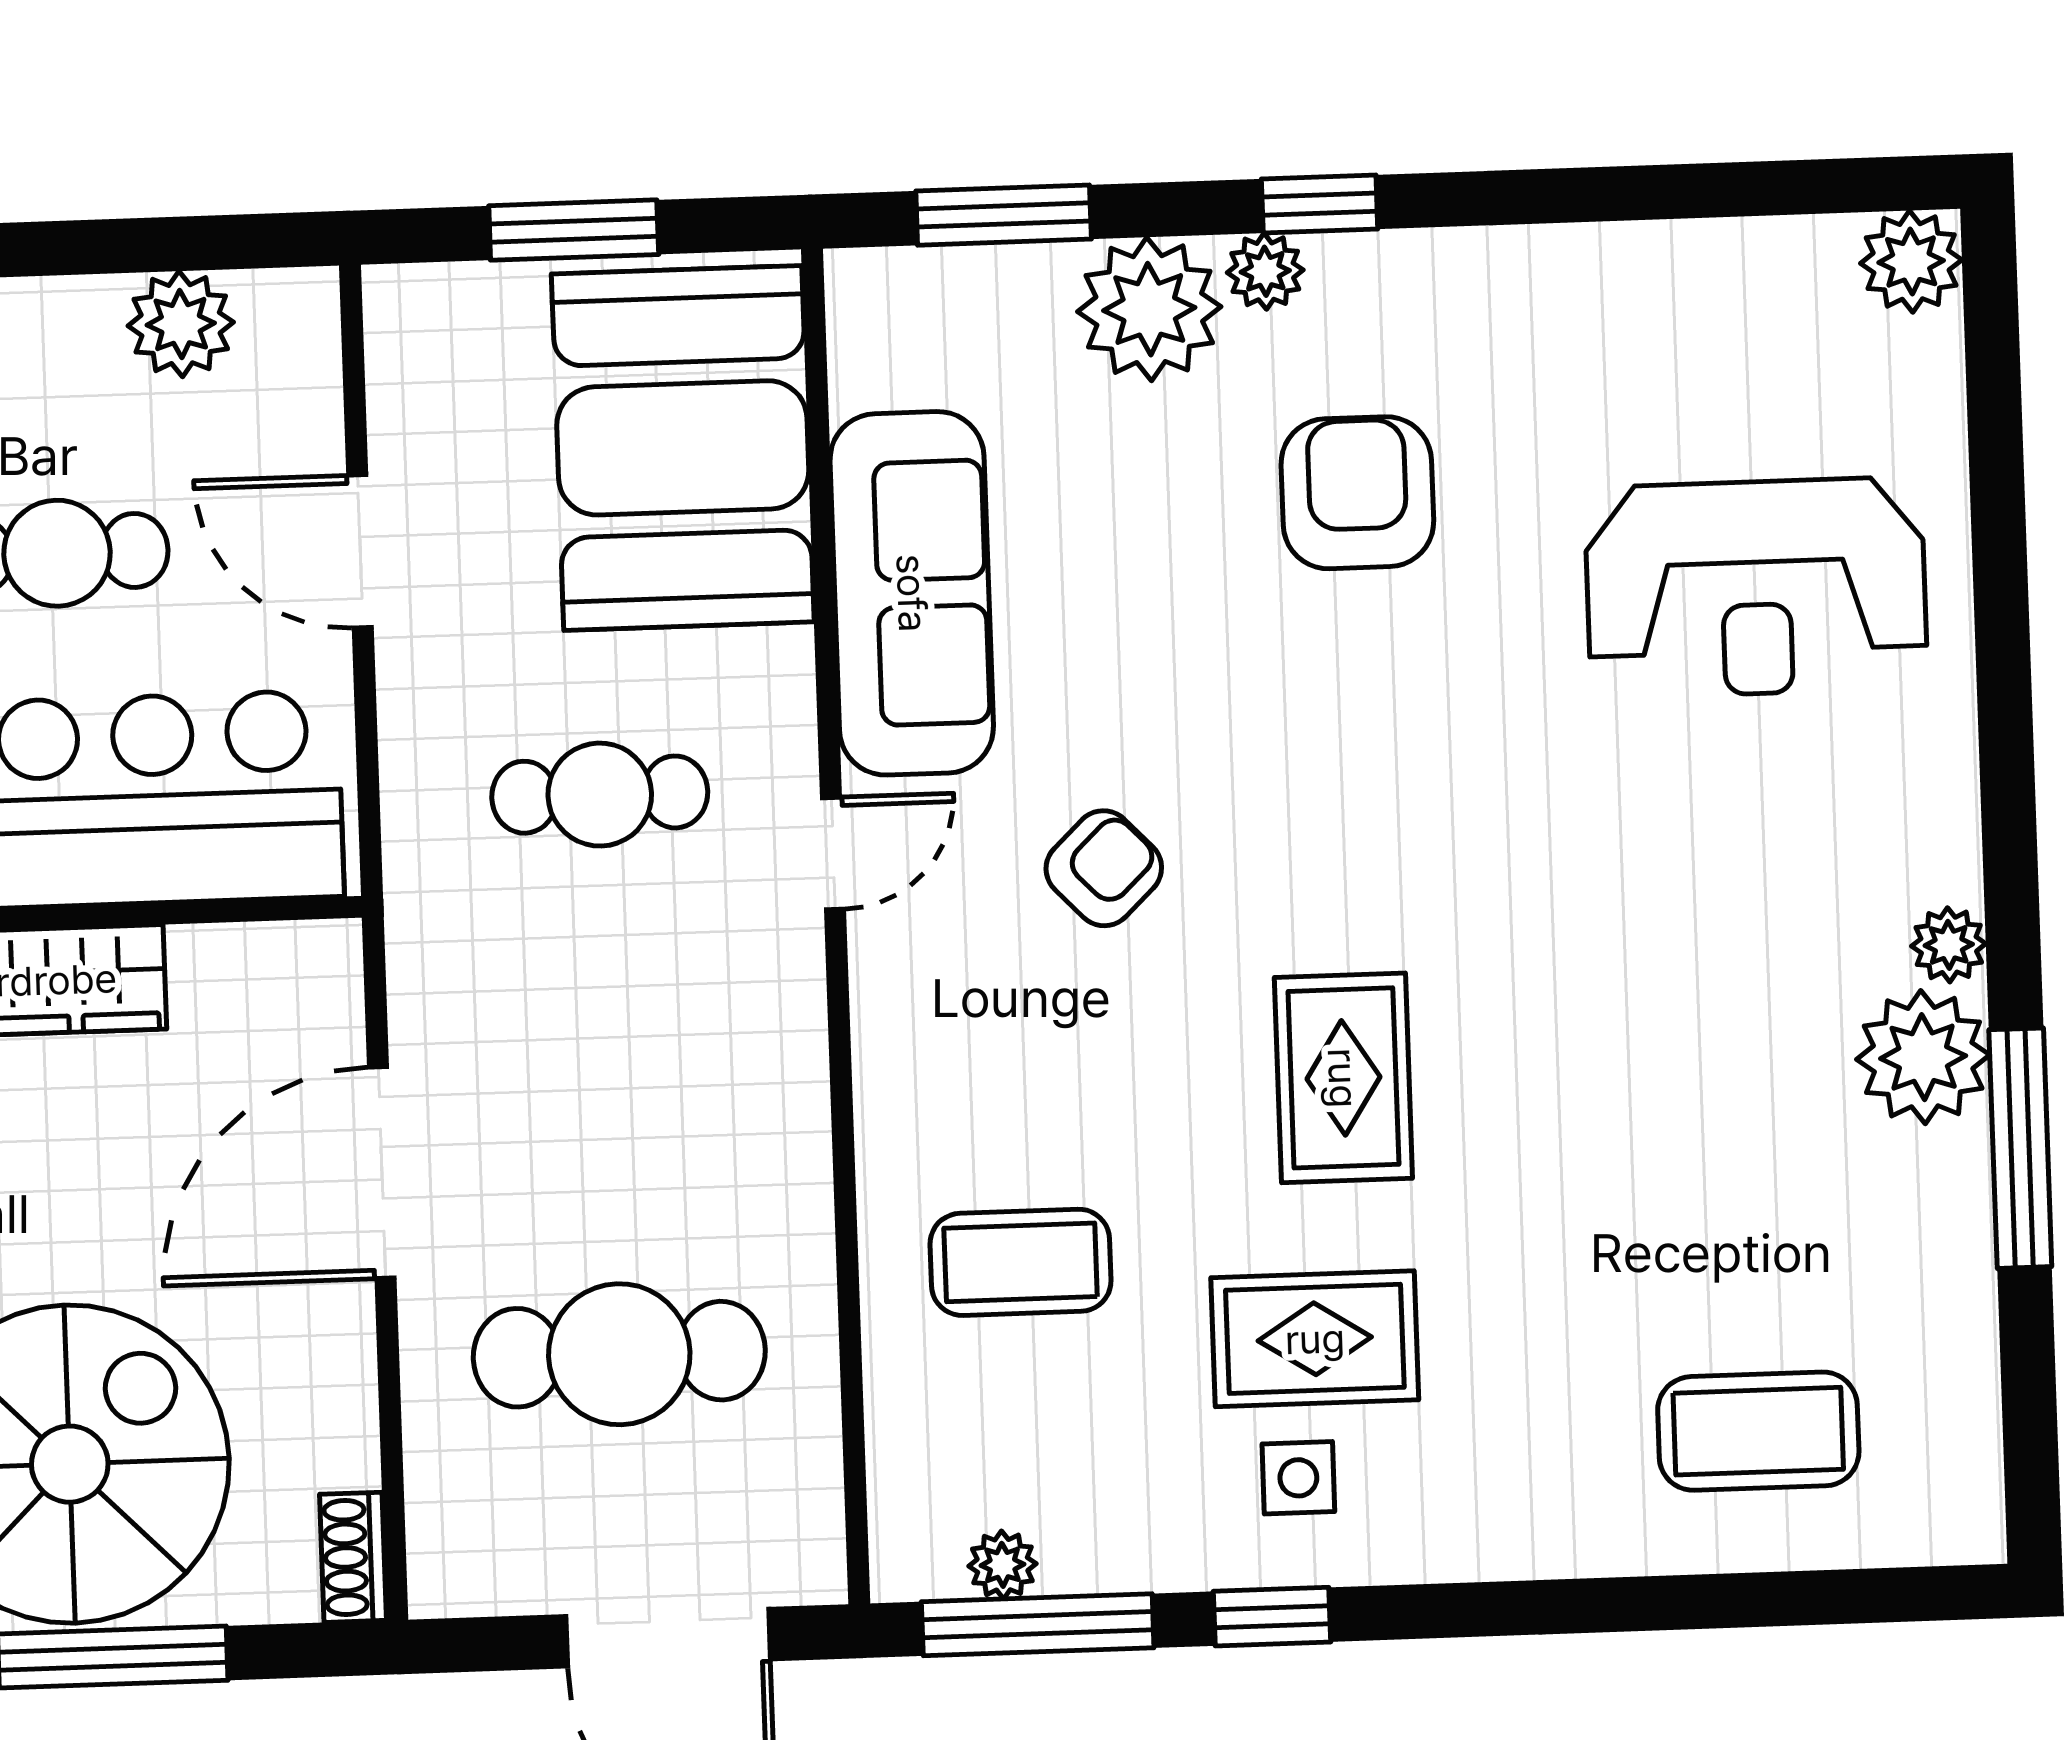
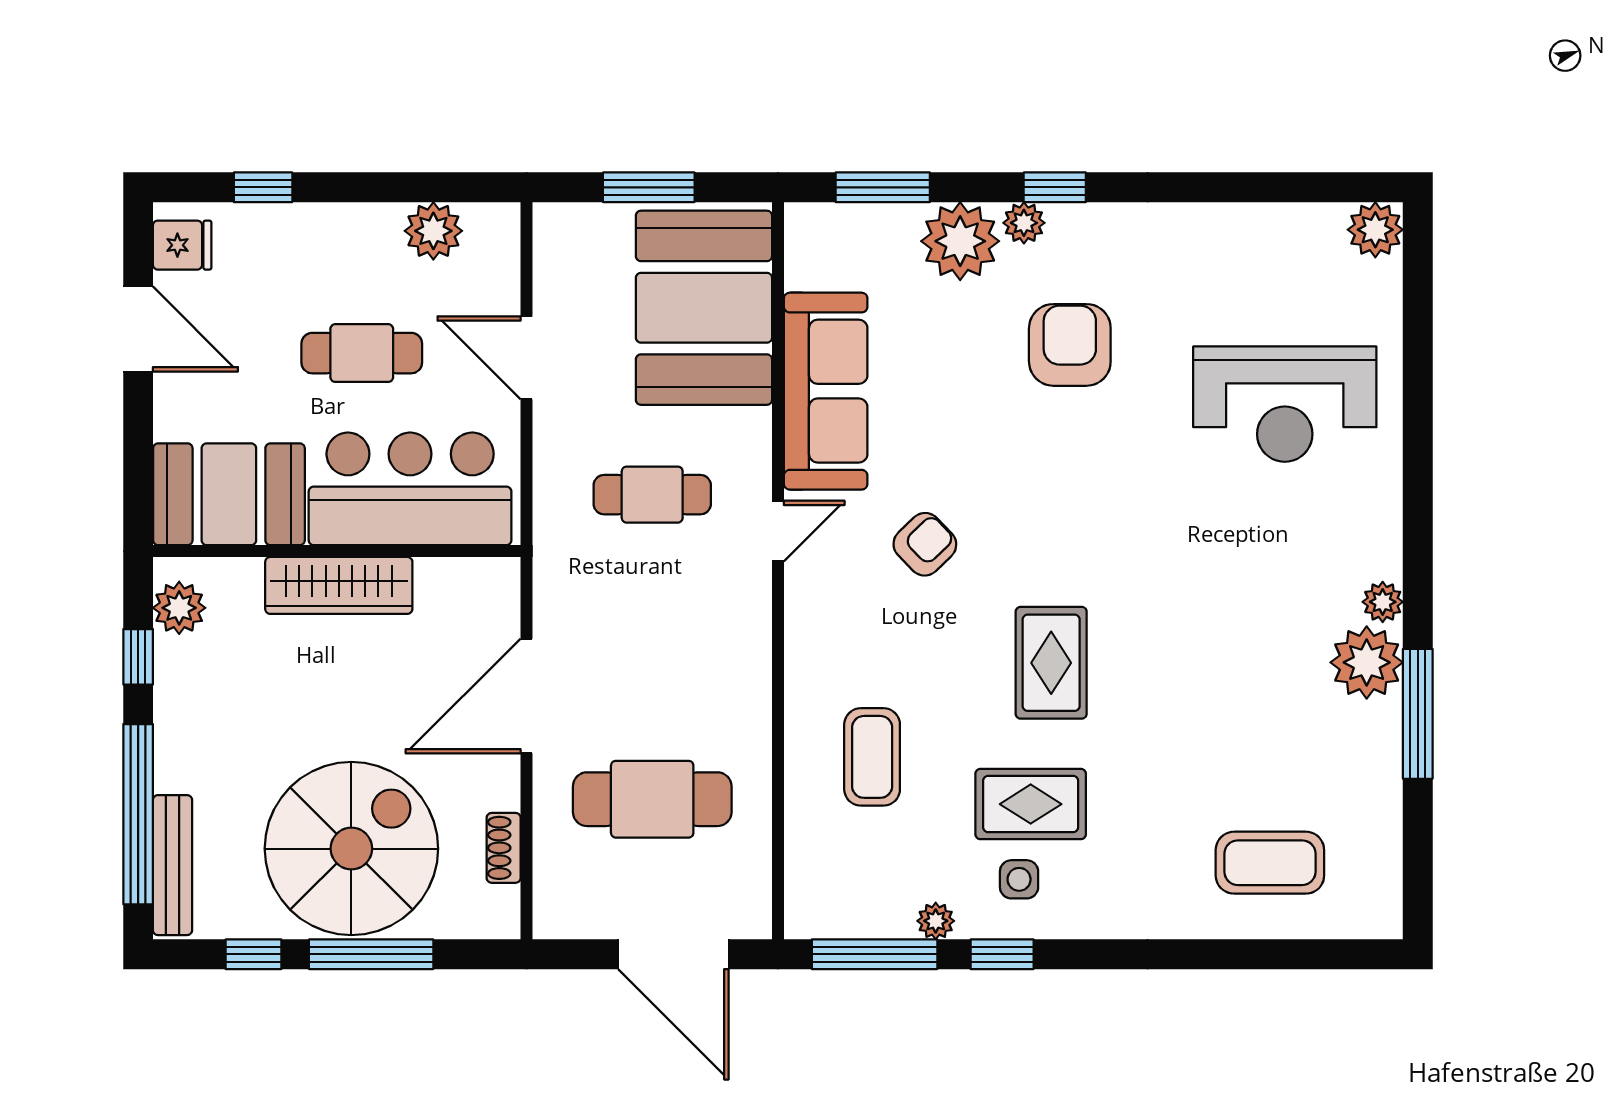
coffee table: (1021, 1262) -> (872, 757), turned 90
shoe rack: (353, 1557) -> (504, 848), moved
plant: (1002, 1565) -> (936, 921), moved

